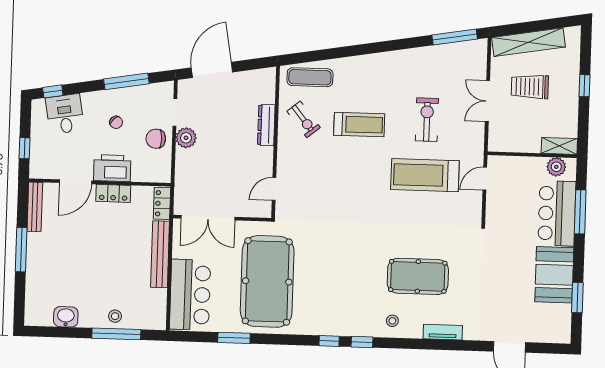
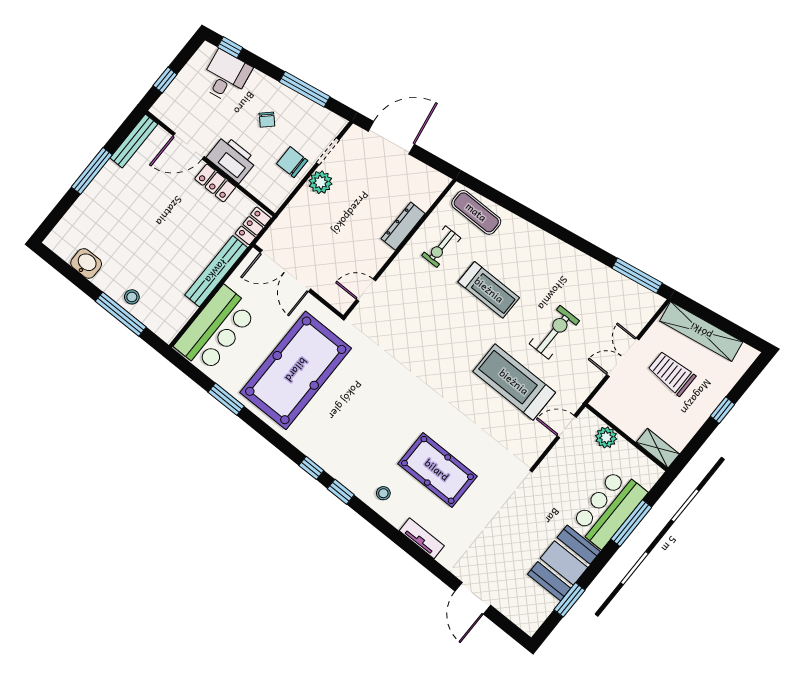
exercise bike: (304, 119) -> (441, 247), turned 39
plant: (556, 167) -> (606, 437), moved

